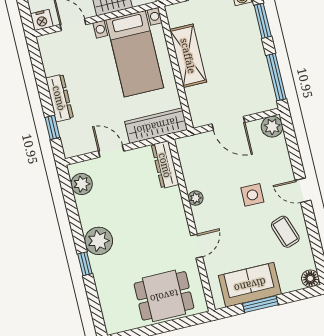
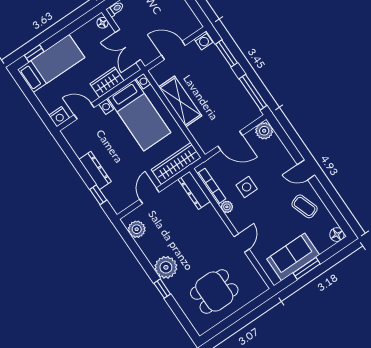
door: (111, 151) -> (149, 196), hinge flipped
bookcase: (187, 167) -> (211, 186), added
side table: (252, 195) -> (247, 187), moved
dining table: (164, 296) -> (214, 292), moved

